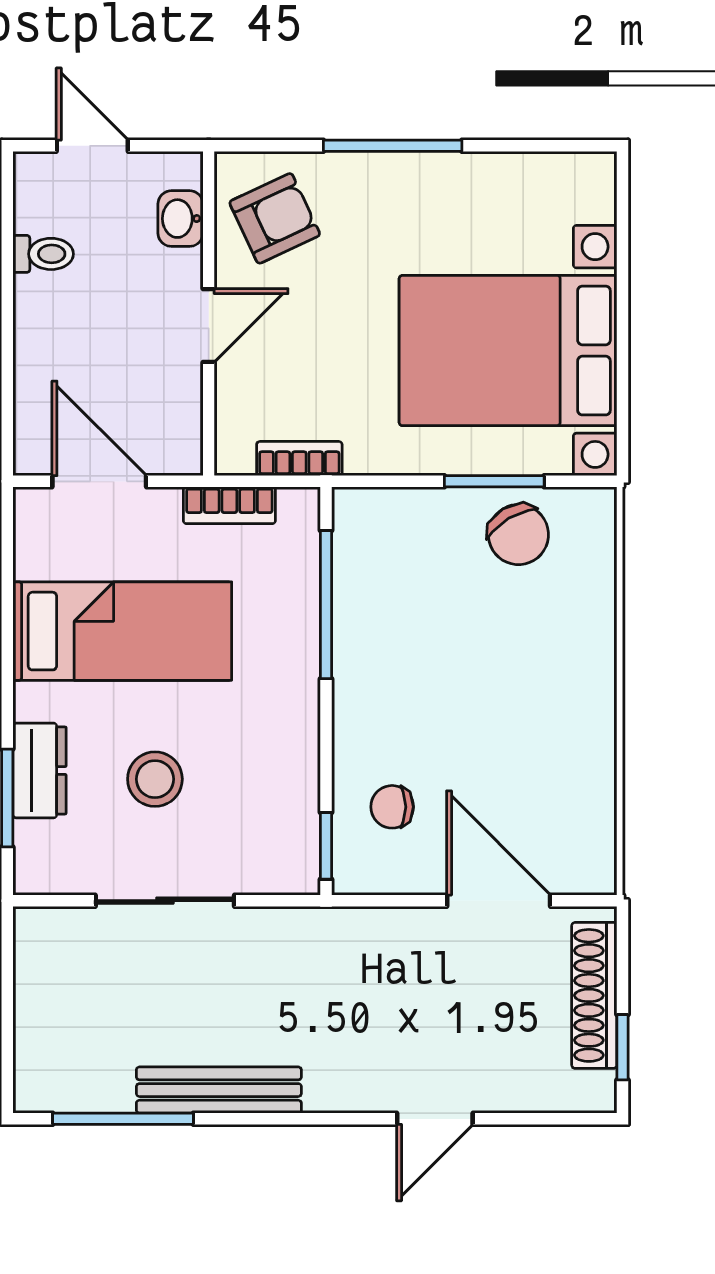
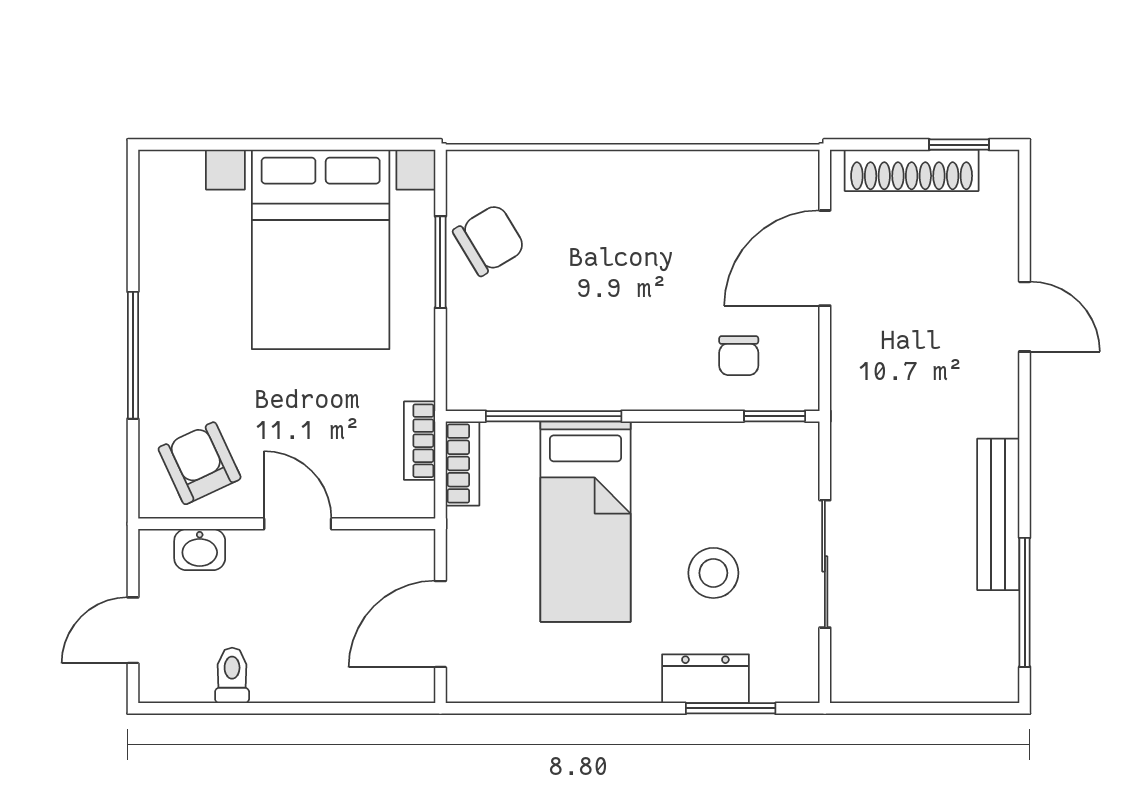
bookcase: (229, 505) -> (462, 464), moved
bed: (122, 631) -> (586, 522), moved, turned 180

